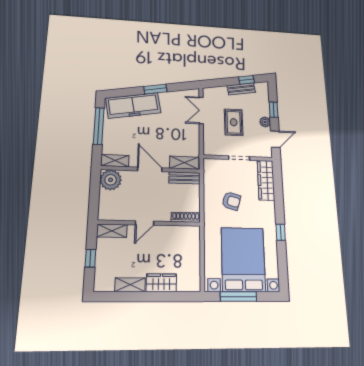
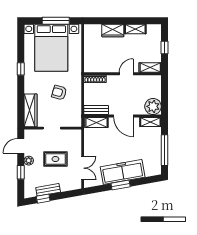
freezer: (133, 105) -> (123, 172), moved
rug: (234, 122) -> (55, 159), turned 90

